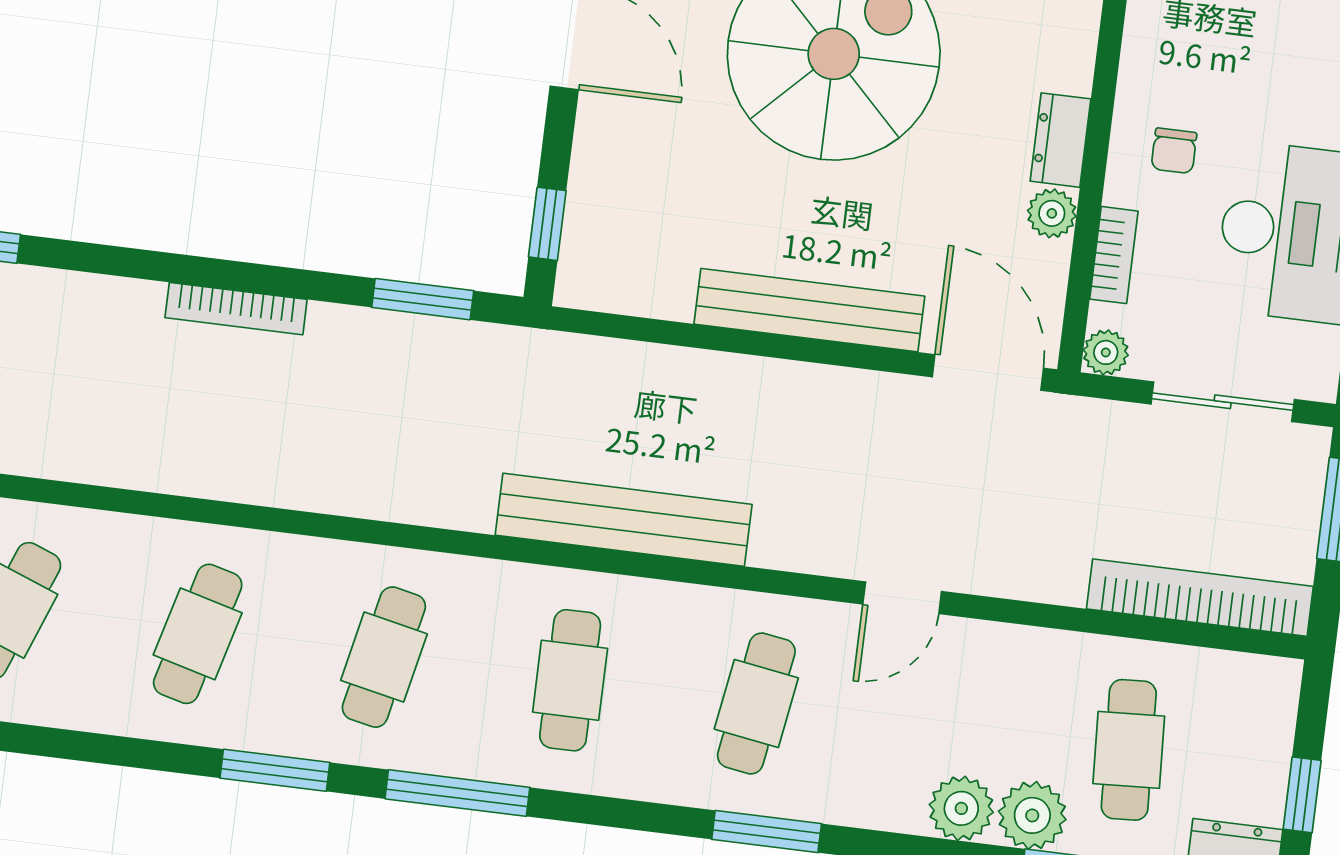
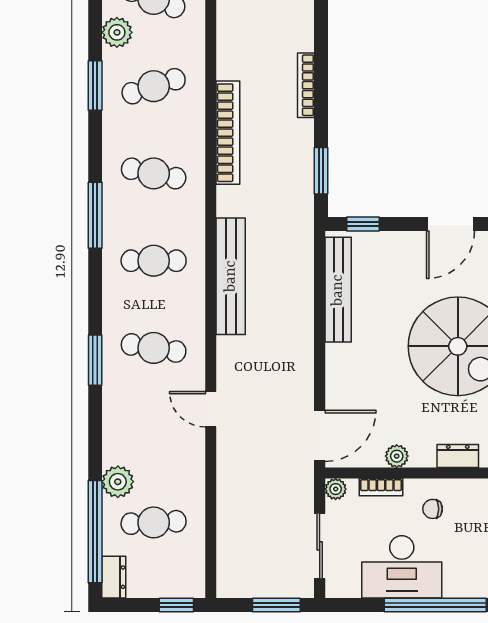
dresser: (1060, 140) -> (458, 456), moved
bench: (809, 310) -> (338, 290), moved
bookcase: (1200, 598) -> (228, 133), moved
cafe table: (198, 634) -> (154, 86), turned -33
window: (275, 770) -> (95, 86), moved
window: (1302, 795) -> (176, 605), moved
plant: (961, 808) -> (117, 32), moved

